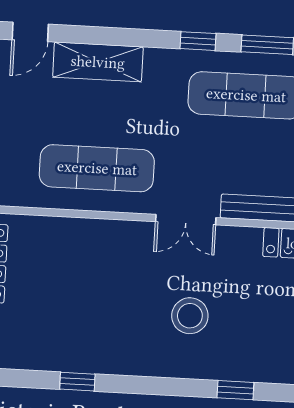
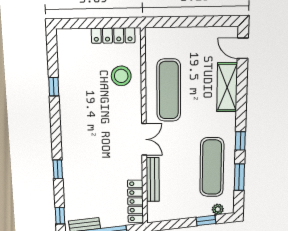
double door: (186, 220) -> (144, 139), swing flipped
stool: (190, 316) -> (121, 76), moved

